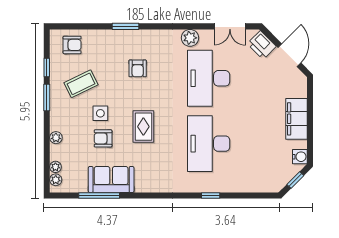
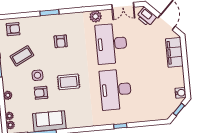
filing cabinet: (296, 119) -> (174, 52), moved
rug: (143, 127) -> (69, 82), turned 90

